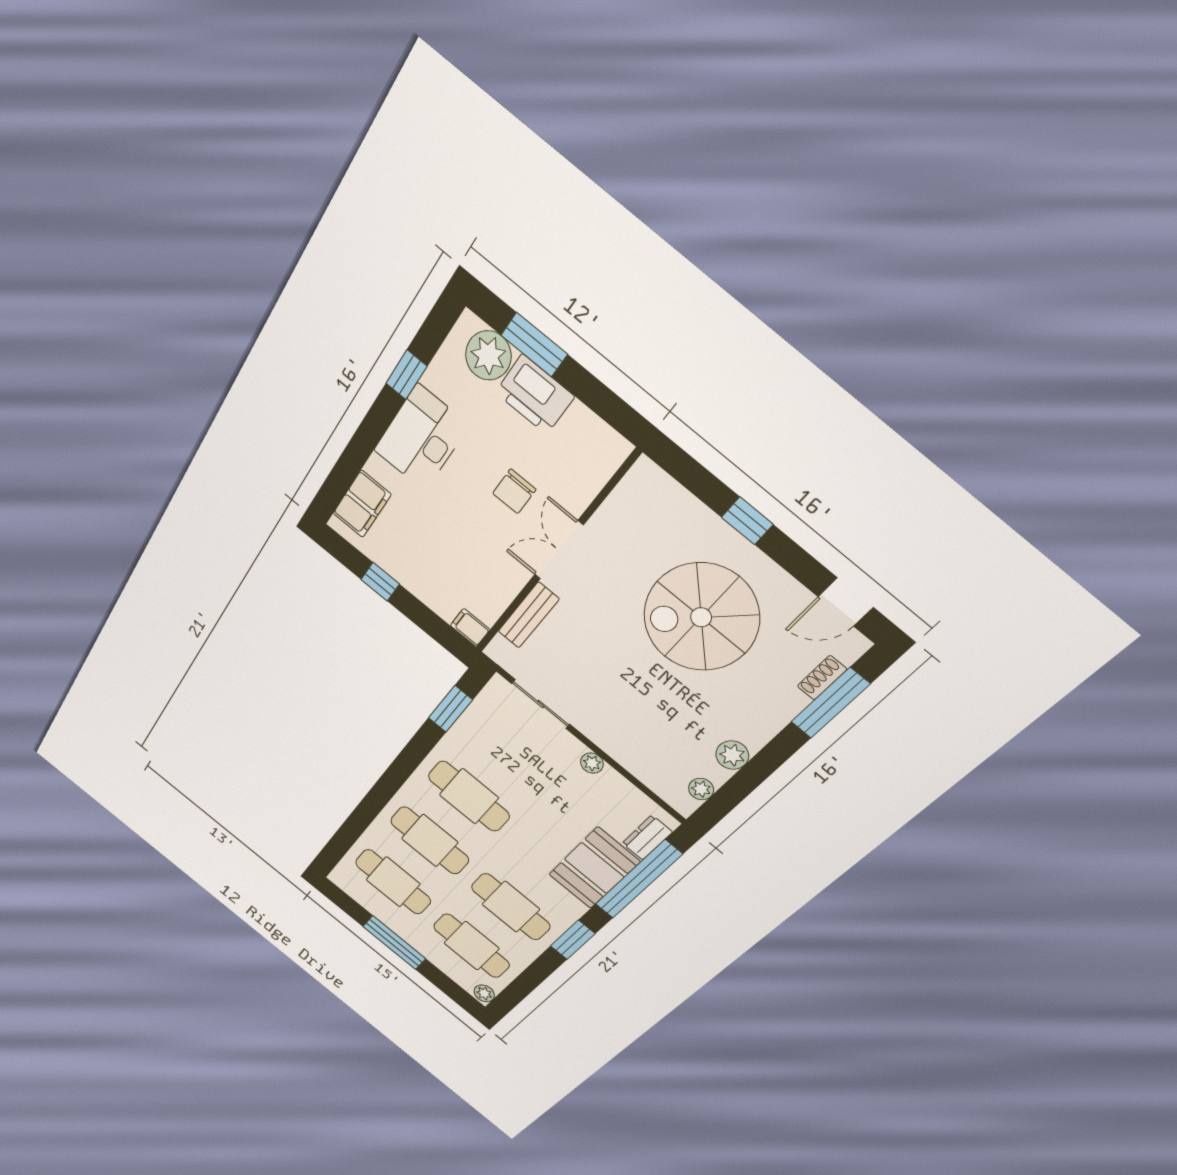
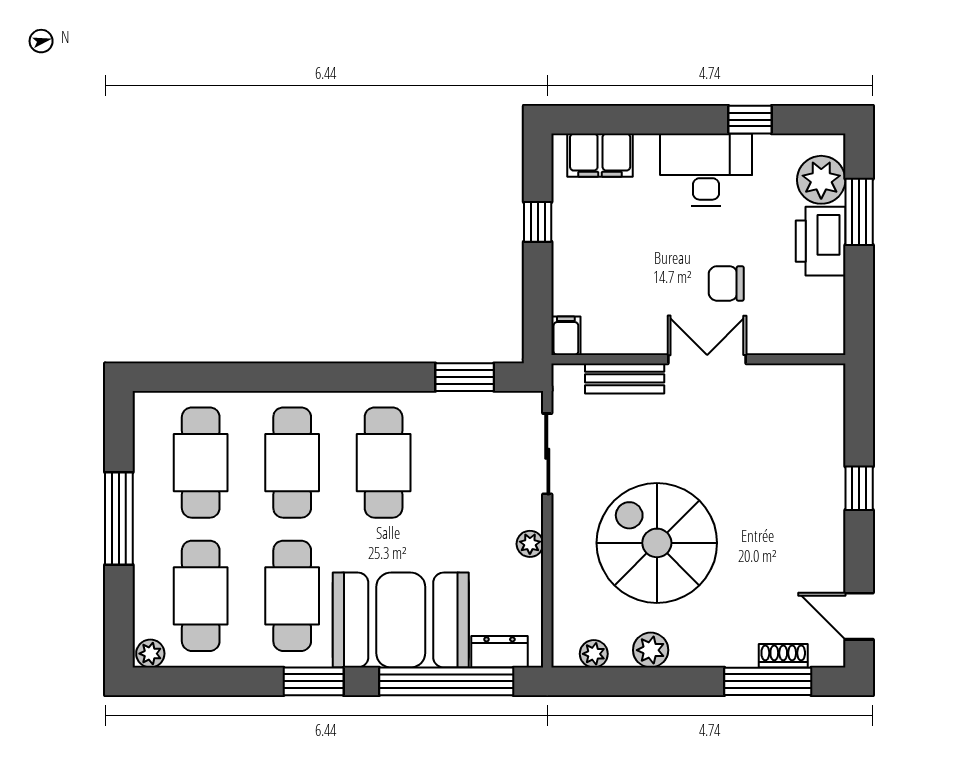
spiral stairs: (701, 617) -> (657, 543), moved
booth: (594, 868) -> (401, 620), width x1.36, depth x1.42

